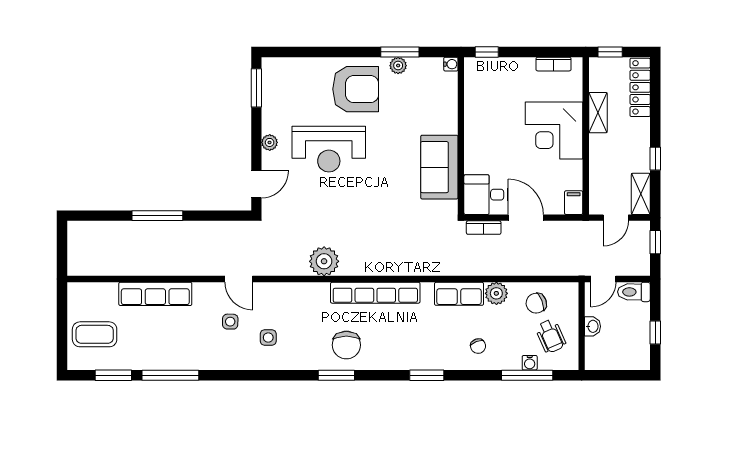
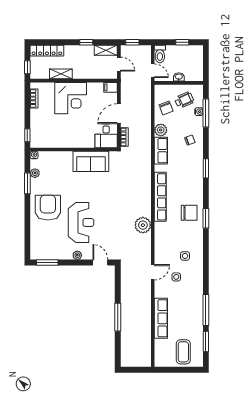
plant: (398, 66) -> (35, 173), moved

